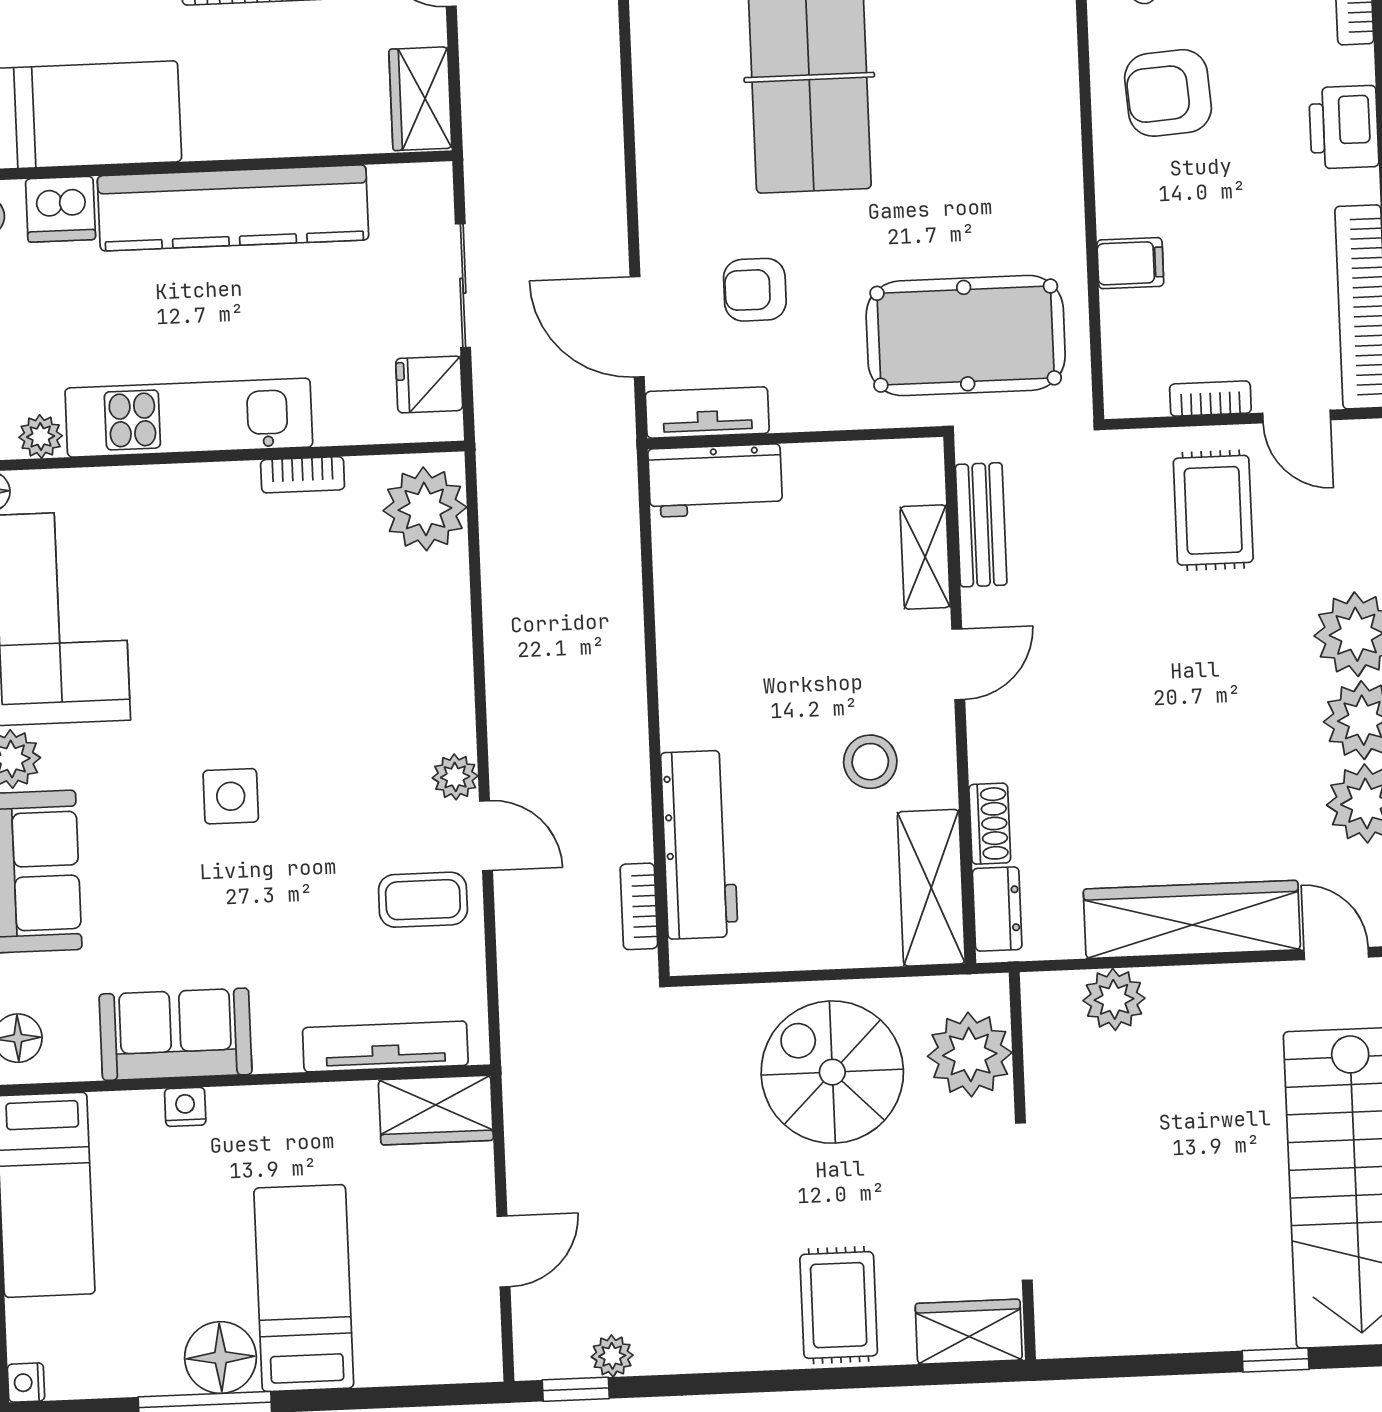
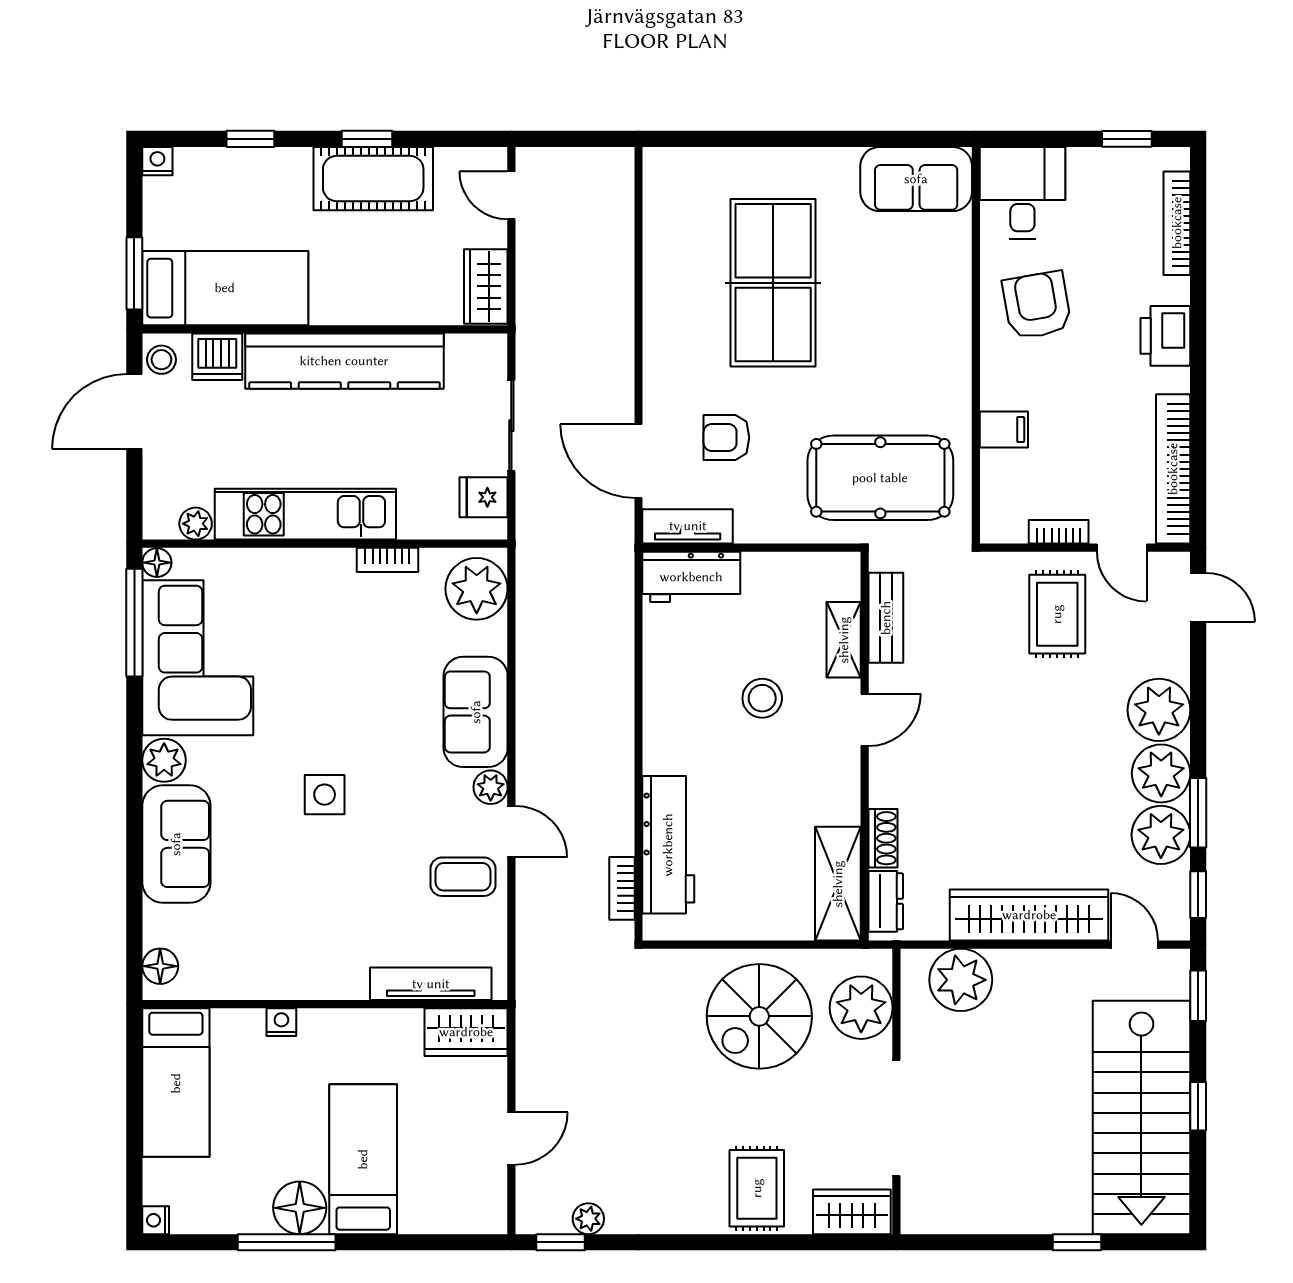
armchair: (1168, 93) -> (1037, 305), turned 84
stool: (870, 762) -> (762, 698), moved
plant: (1114, 999) -> (961, 980), width x1.36, depth x1.36
sofa: (176, 1034) -> (476, 712), moved, turned -90
spiral stairs: (832, 1072) -> (759, 1016), turned -90

